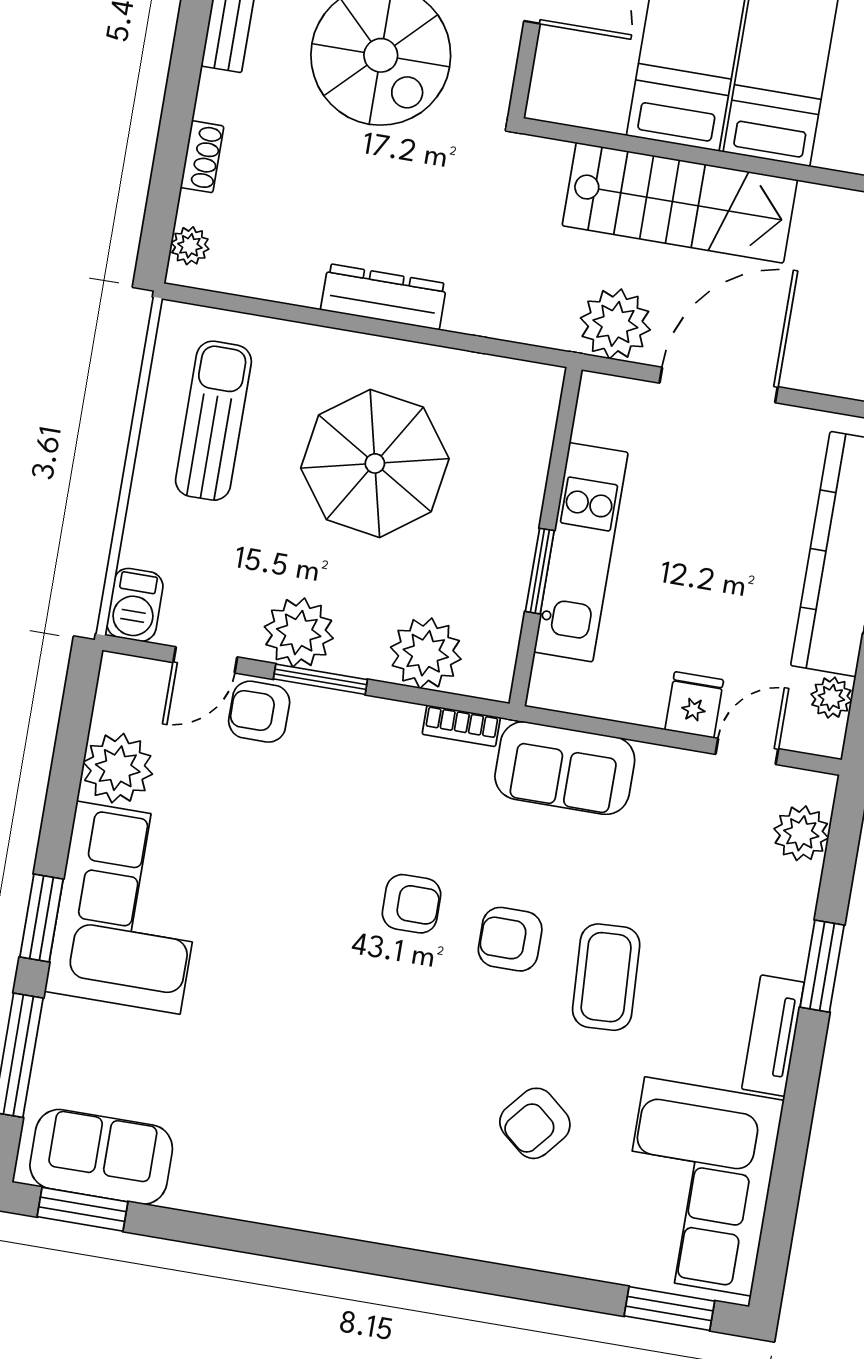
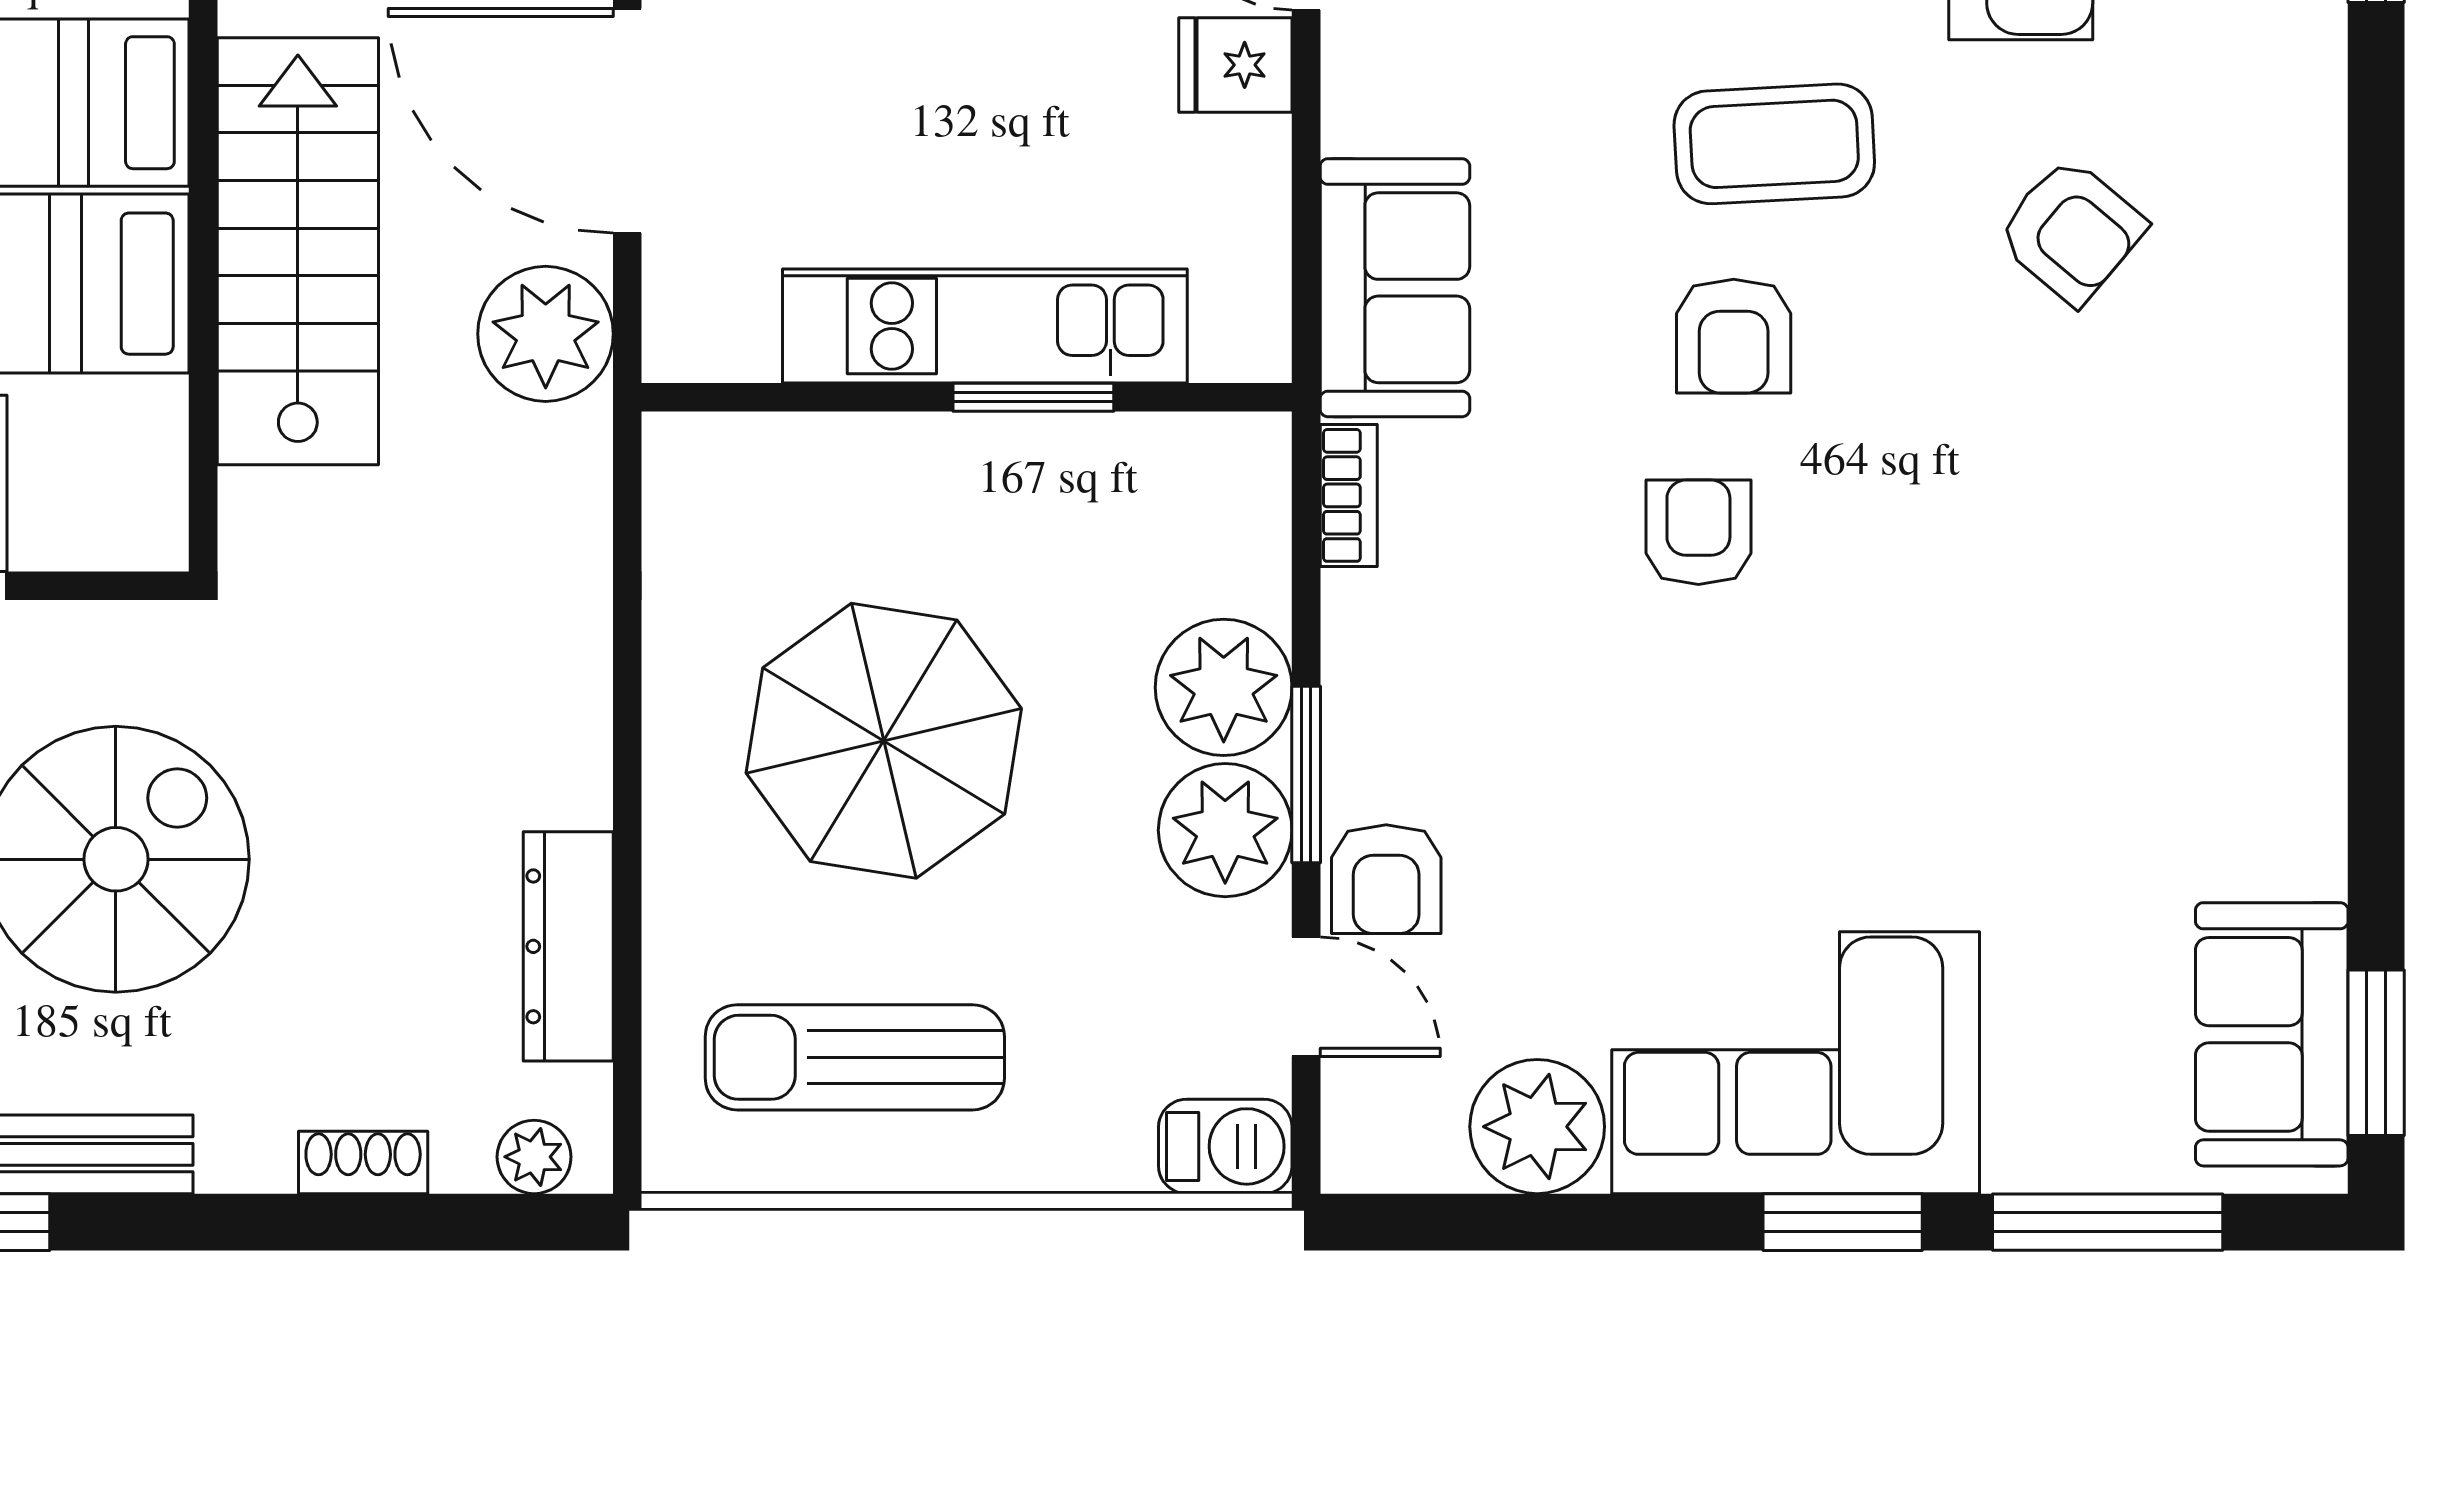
dresser: (384, 297) -> (568, 946), moved
plant: (426, 653) -> (1224, 687), moved

